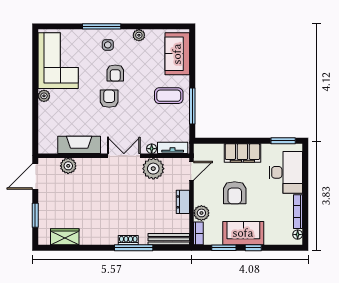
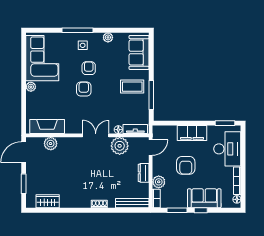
armchair: (115, 73) -> (89, 68), turned 180
fireplace: (79, 145) -> (47, 126), moved
sofa: (243, 233) -> (204, 198), moved
window: (134, 248) -> (104, 210), removed

